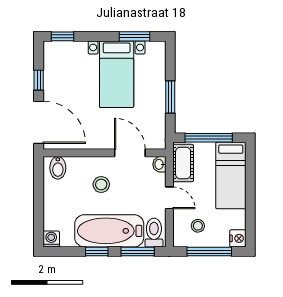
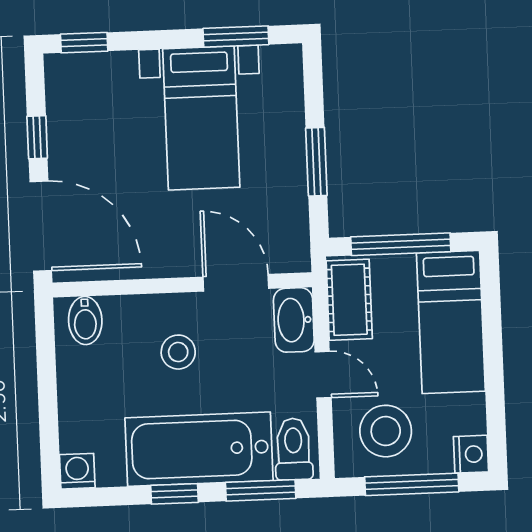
washbasin: (159, 164) -> (294, 320), width x1.91, depth x1.45
stool: (198, 226) -> (386, 431), width x1.89, depth x1.89

